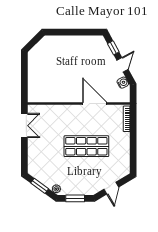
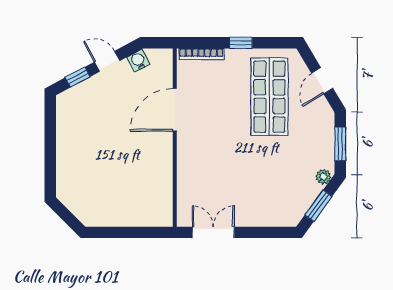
window: (133, 141) -> (241, 43), added
shop shelf: (86, 146) -> (269, 97), moved
door: (111, 188) -> (322, 81), swing flipped

